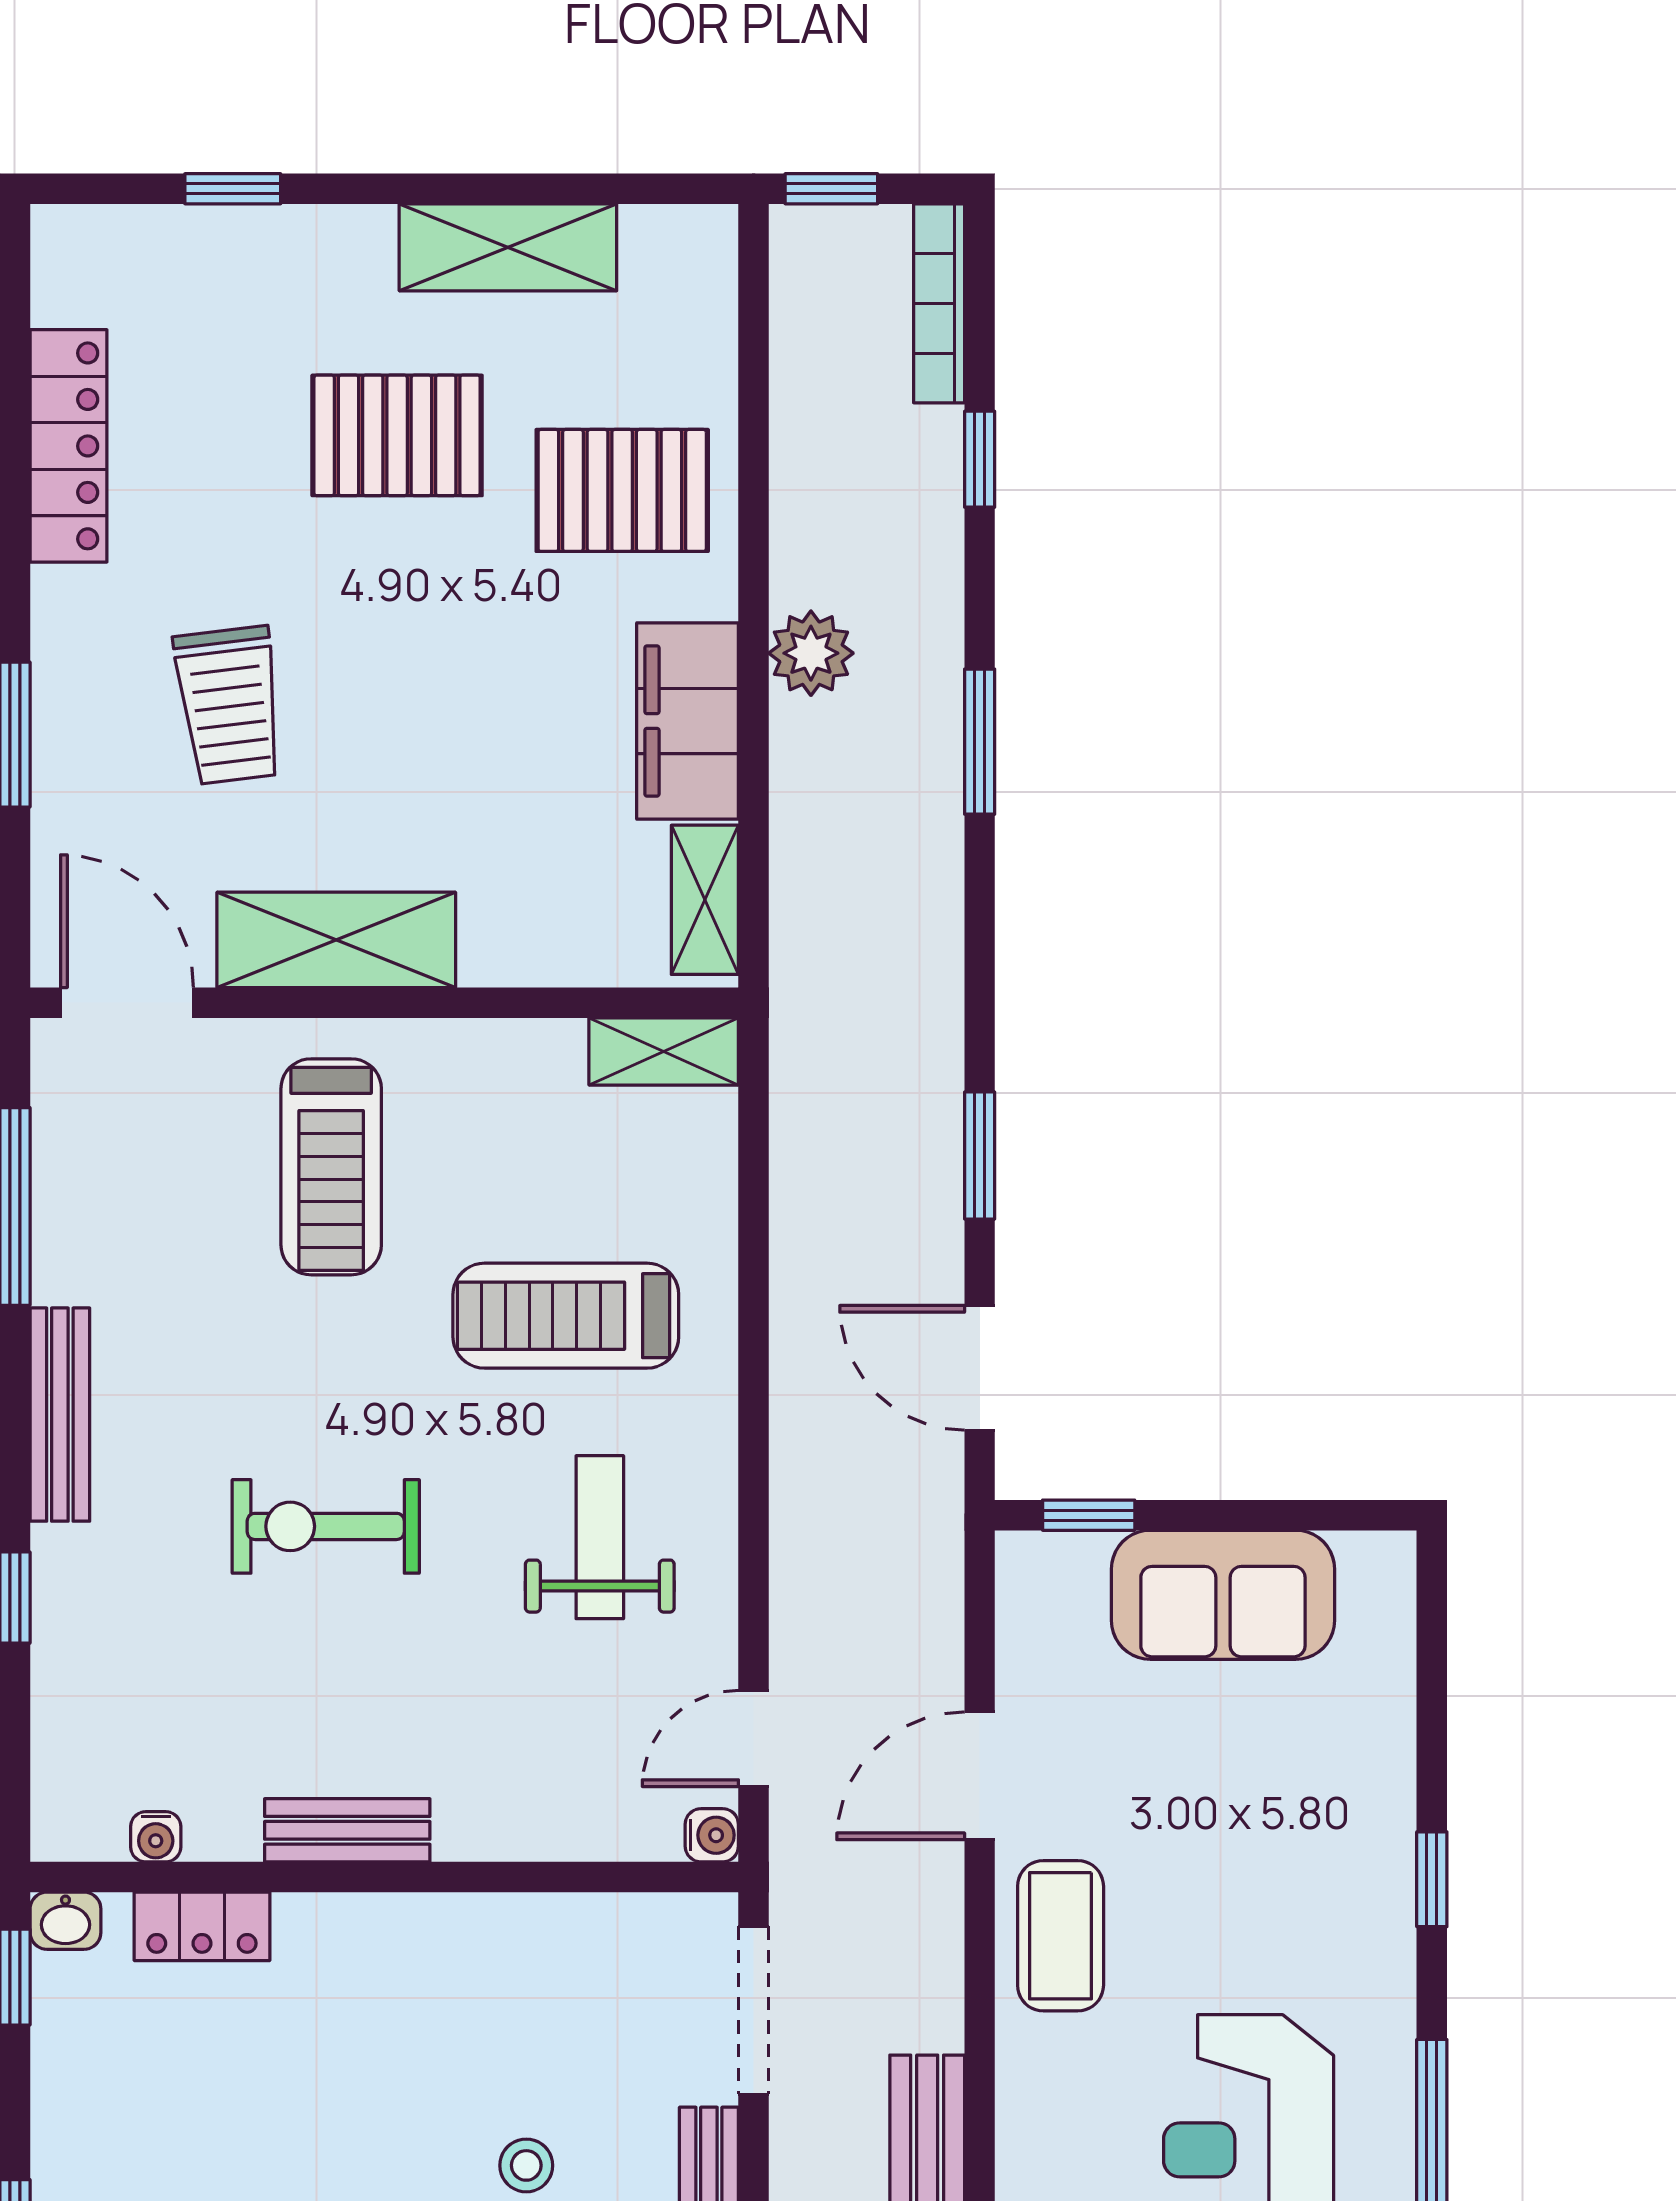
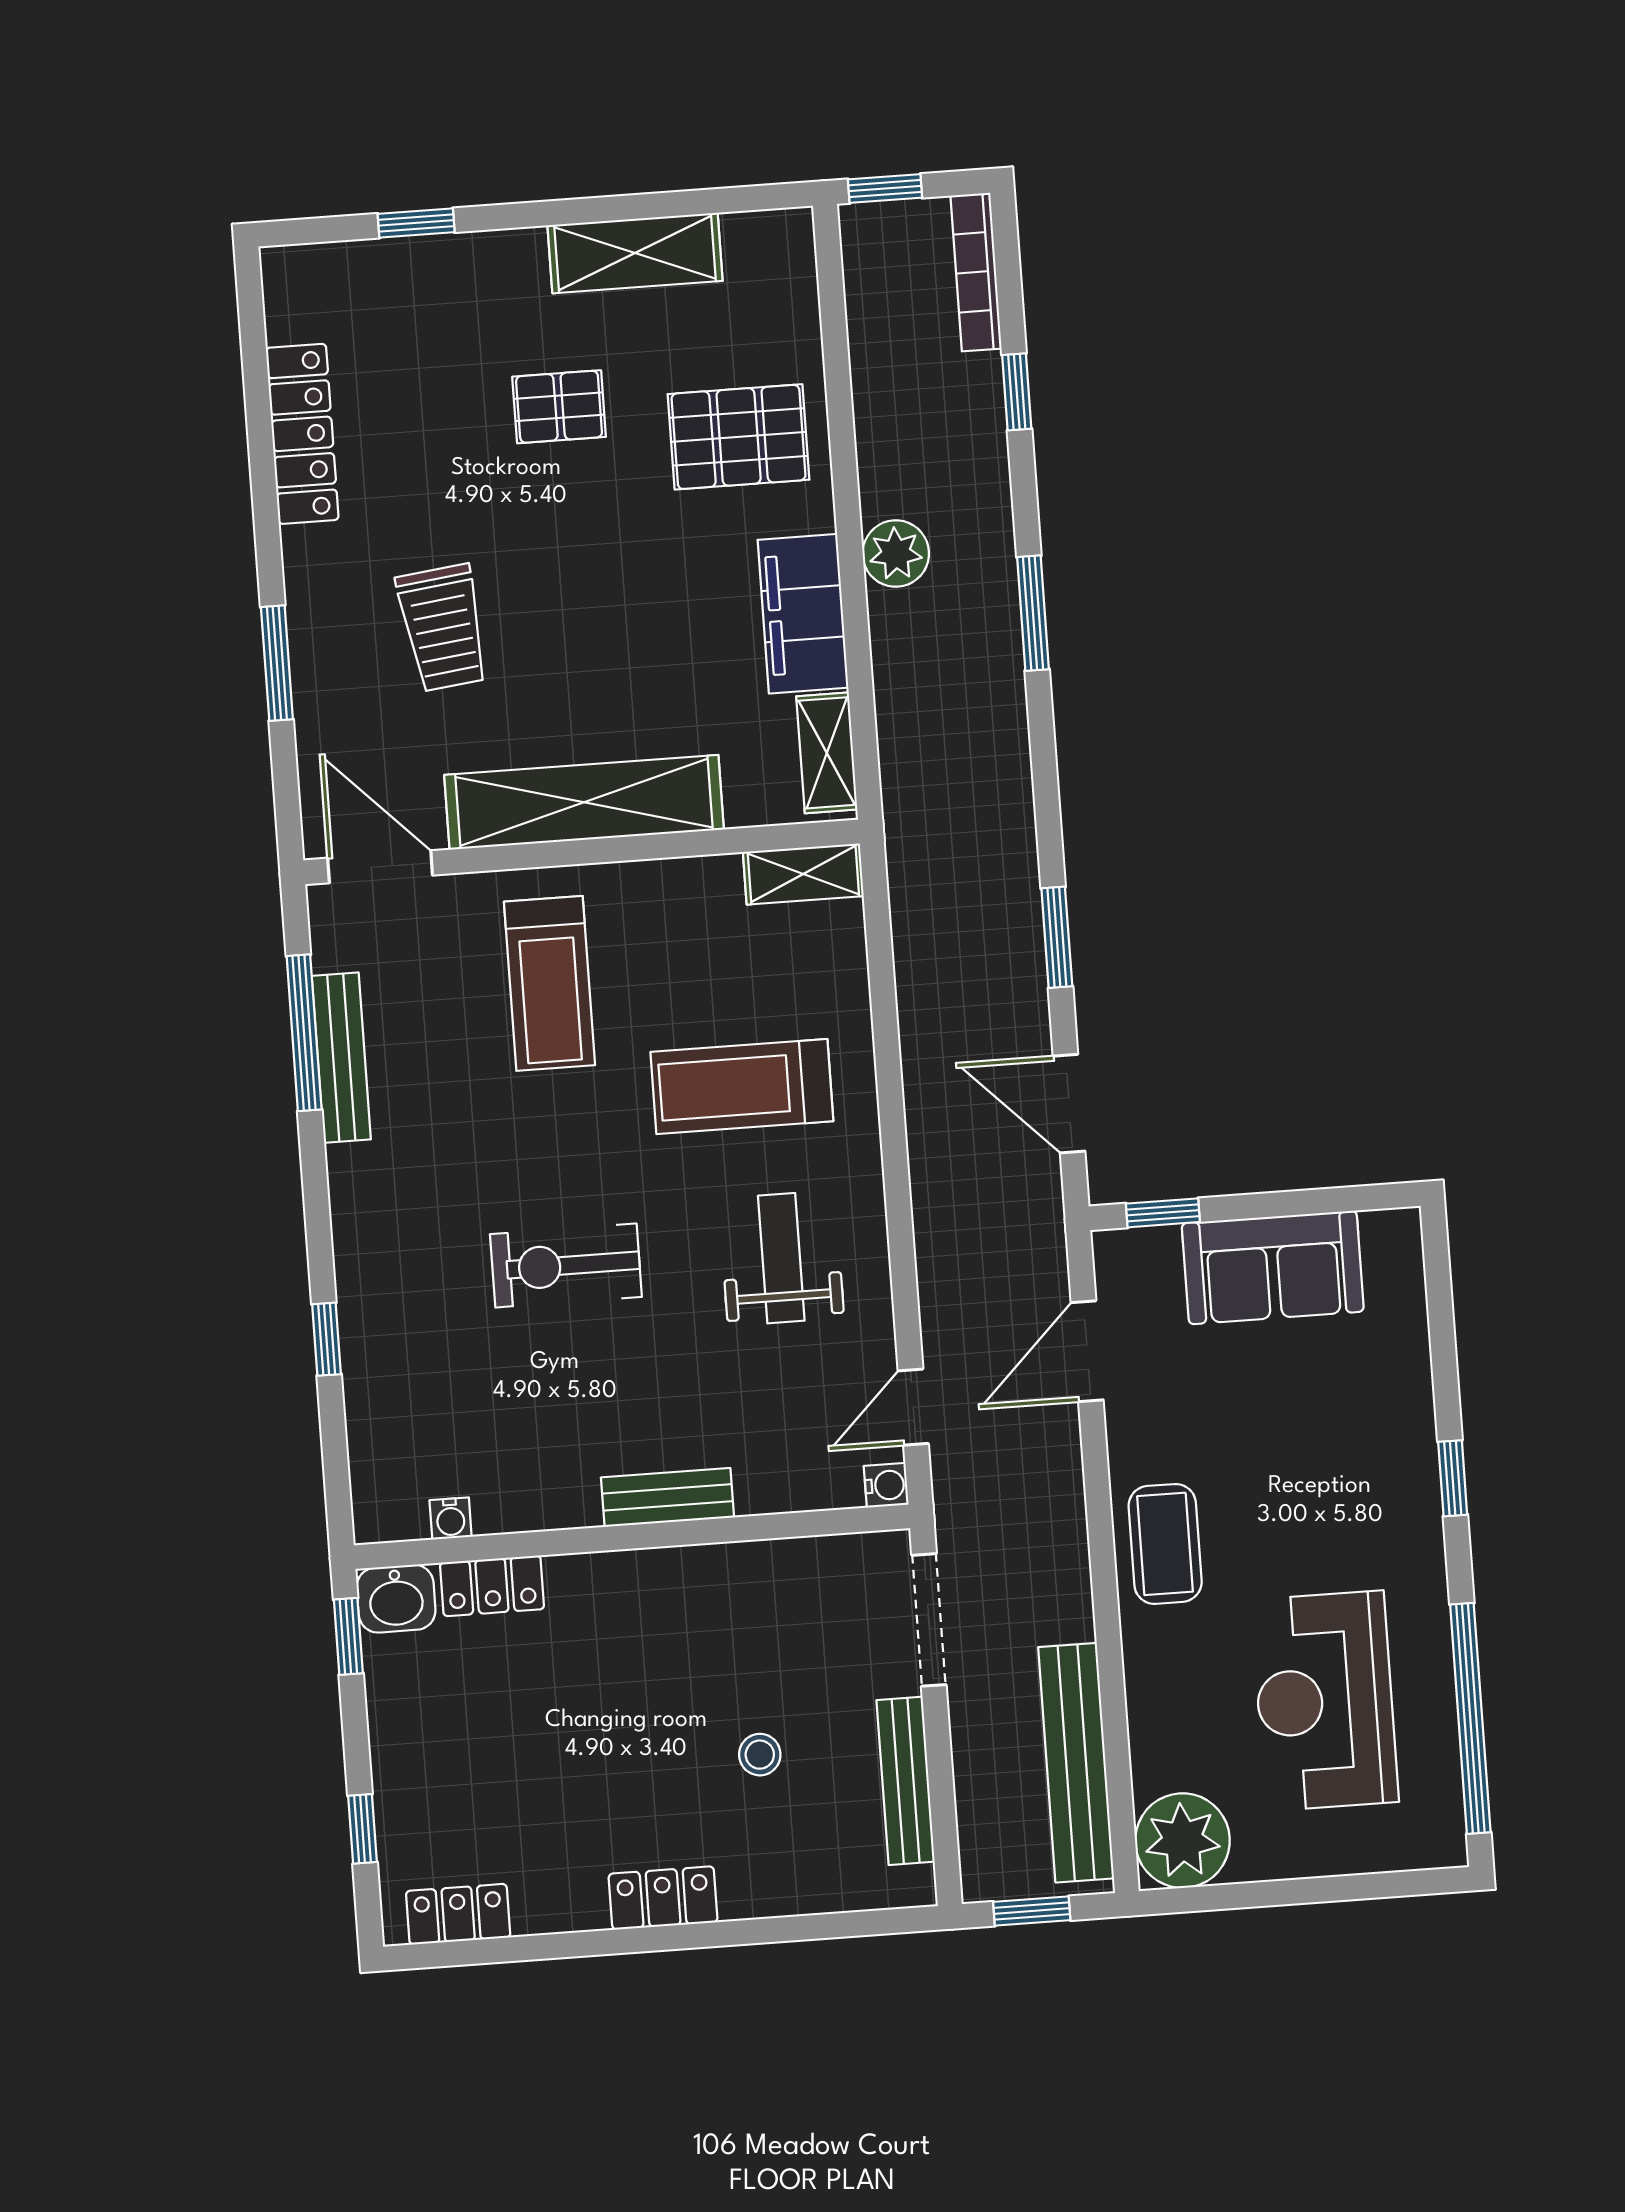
pallet: (397, 435) -> (559, 407), width x0.67, depth x0.71
shelving: (336, 940) -> (584, 802), width x1.47
bench: (60, 1415) -> (341, 1058), moved
door: (980, 1776) -> (1087, 1351), moved
bench: (347, 1830) -> (668, 1497), moved
washbasin: (65, 1921) -> (396, 1599), width x1.38, depth x1.45

